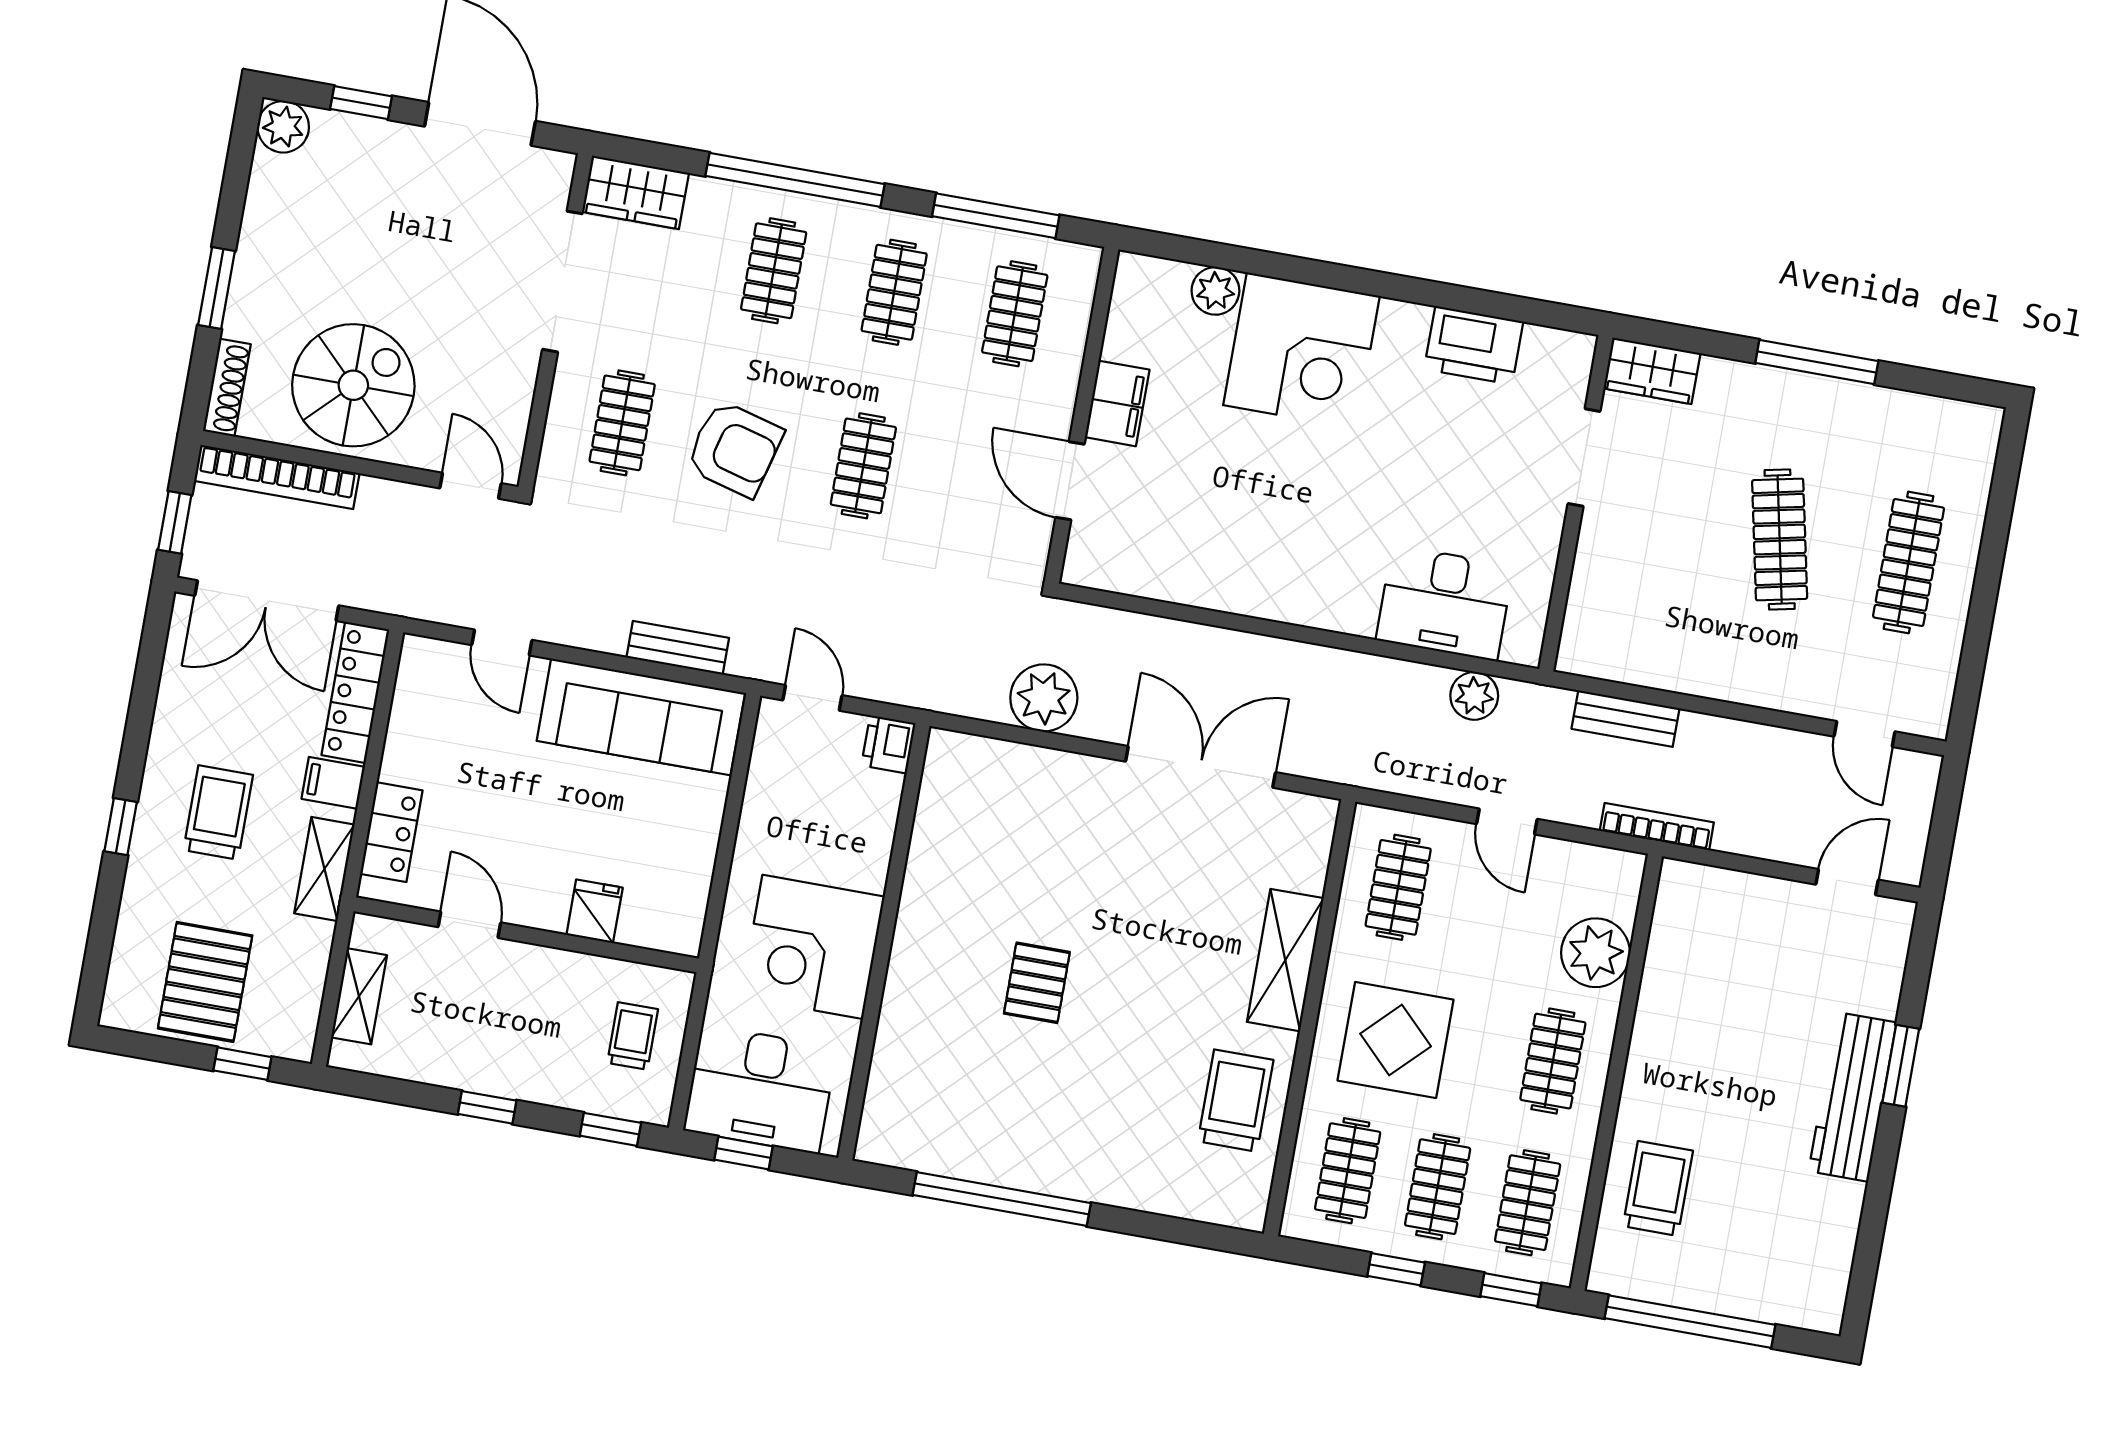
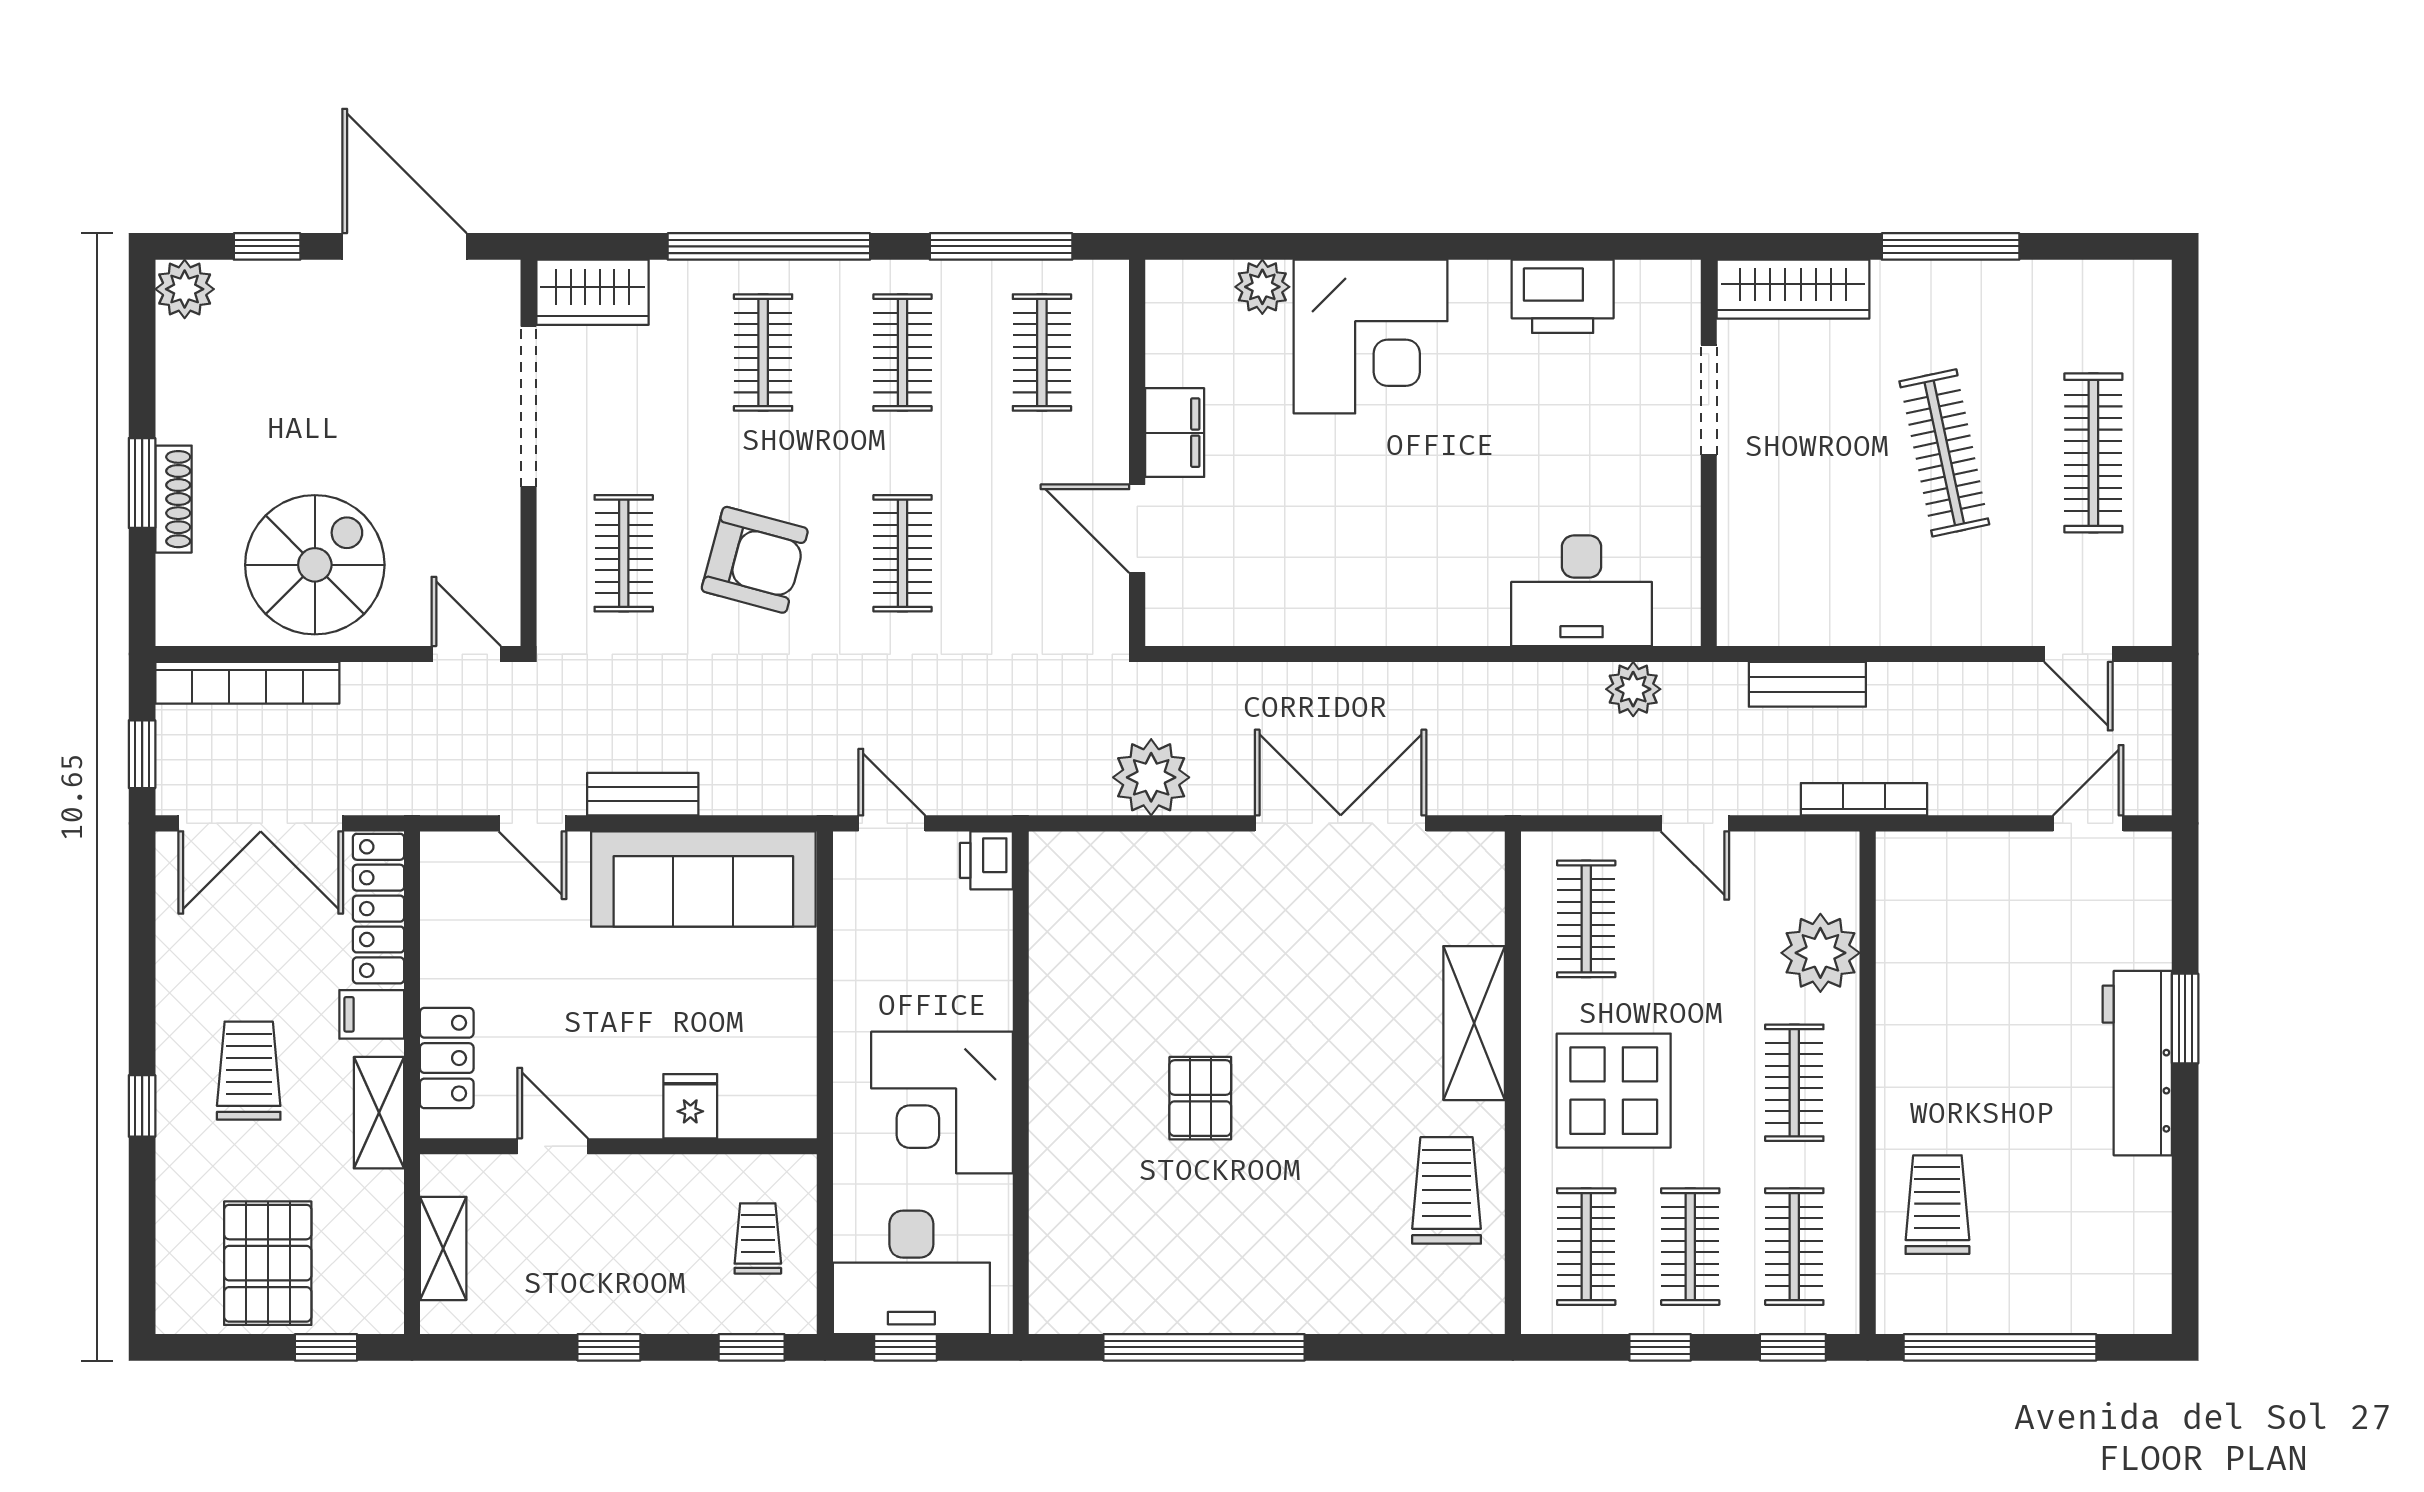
wardrobe: (1652, 371) -> (1793, 289), width x1.50
shoe rack: (227, 388) -> (173, 499), moved
bench: (678, 648) -> (643, 794), moved

